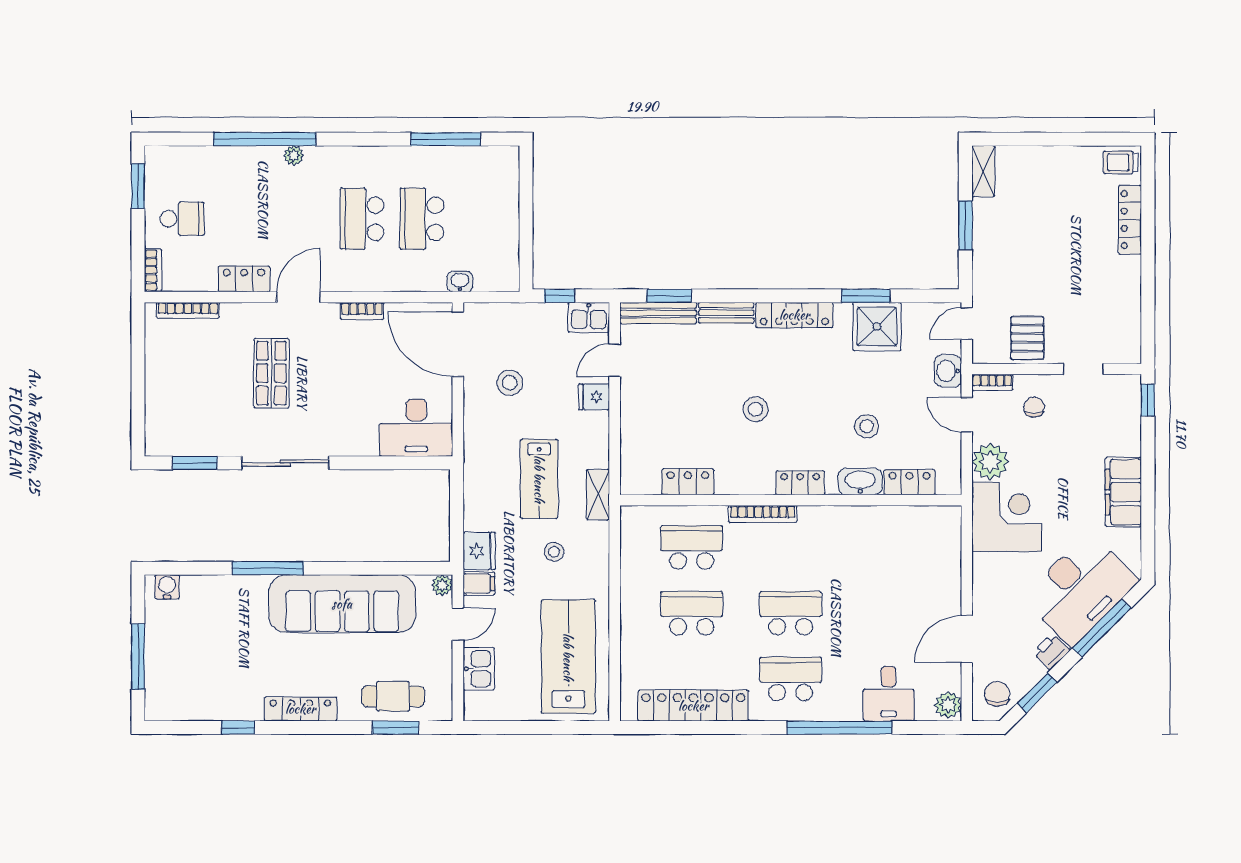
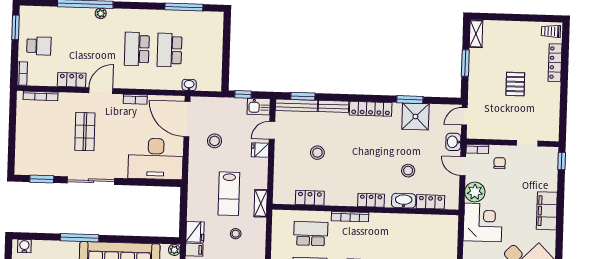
pallet: (1027, 338) -> (515, 84), moved
stool: (756, 409) -> (317, 153), moved
desk: (416, 428) -> (156, 159), width x1.36, depth x1.30

